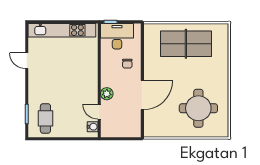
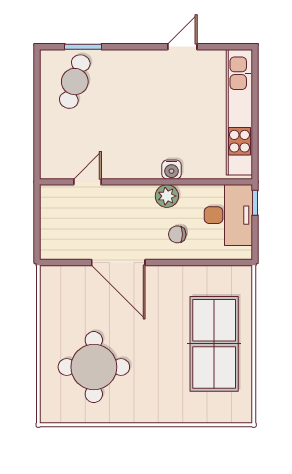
plant: (107, 94) -> (167, 196), moved
cafe table: (45, 118) -> (75, 82), turned -72
water cooler: (93, 127) -> (172, 170), moved

